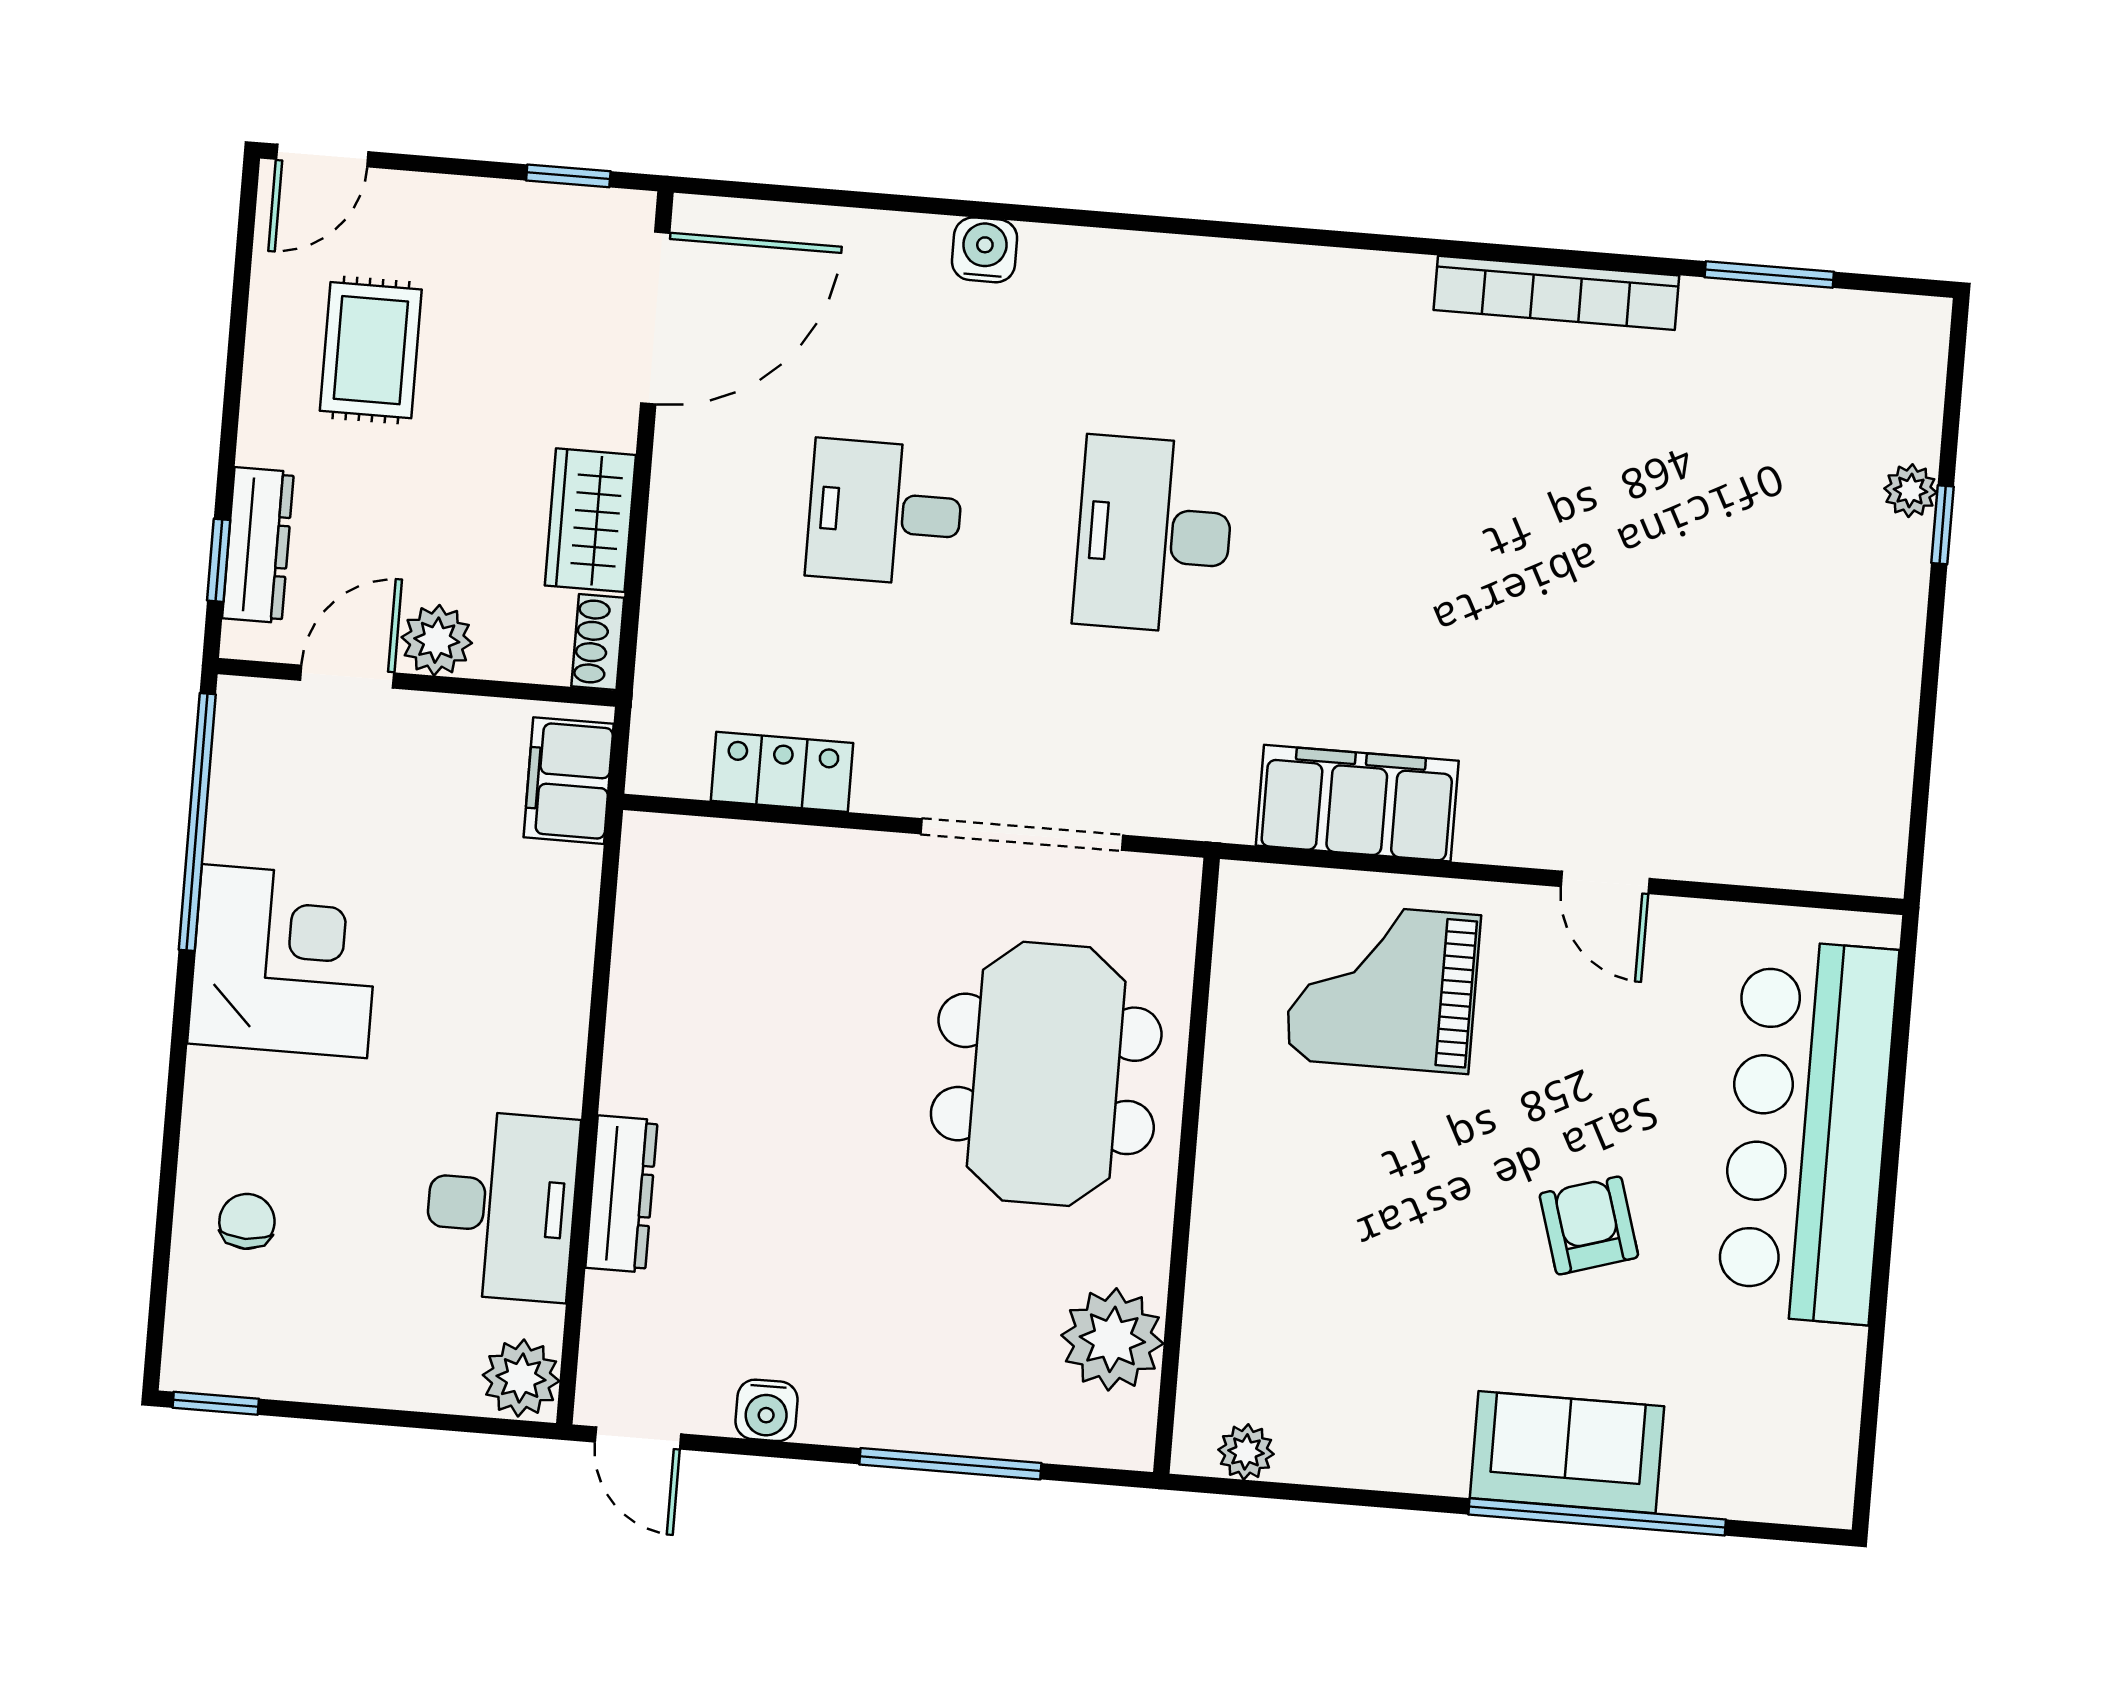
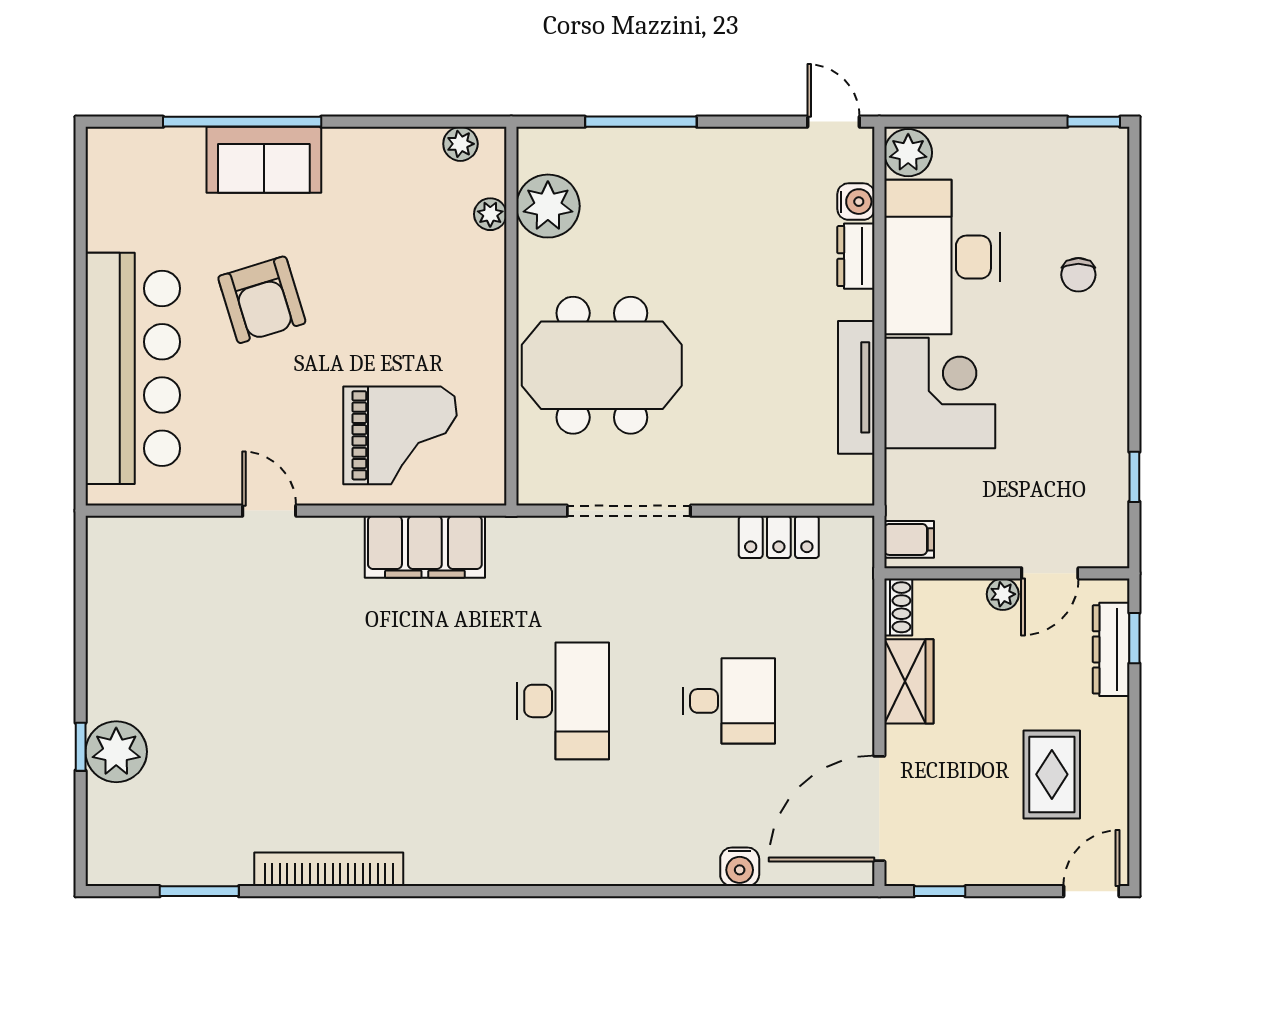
water cooler: (985, 250) -> (740, 867), moved
plant: (1910, 491) -> (116, 752), width x1.88, depth x1.88
plant: (437, 640) -> (1003, 594), width x0.73, depth x0.73
filing cabinet: (569, 781) -> (909, 539), width x0.50
window: (197, 822) -> (1134, 477), width x0.32
corner desk: (284, 961) -> (940, 393), moved, turned 180
tv unit: (636, 1004) -> (856, 387), added
meeting table: (1046, 1074) -> (602, 365), turned 90
dresser: (621, 1194) -> (856, 256), width x0.70
desk: (501, 1206) -> (942, 257), width x1.36, depth x1.30
chair: (247, 1221) -> (1078, 275), moved
armchair: (1589, 1225) -> (262, 300), width x1.38, depth x1.38
plant: (1207, 1334) -> (490, 214), added
water cooler: (767, 1410) -> (856, 202), moved, turned 90

